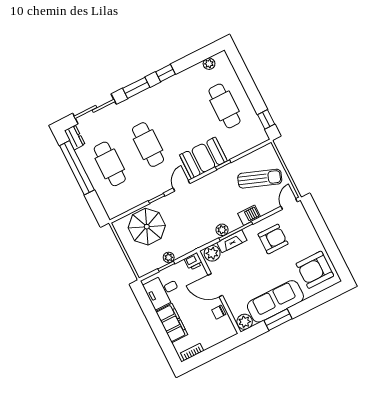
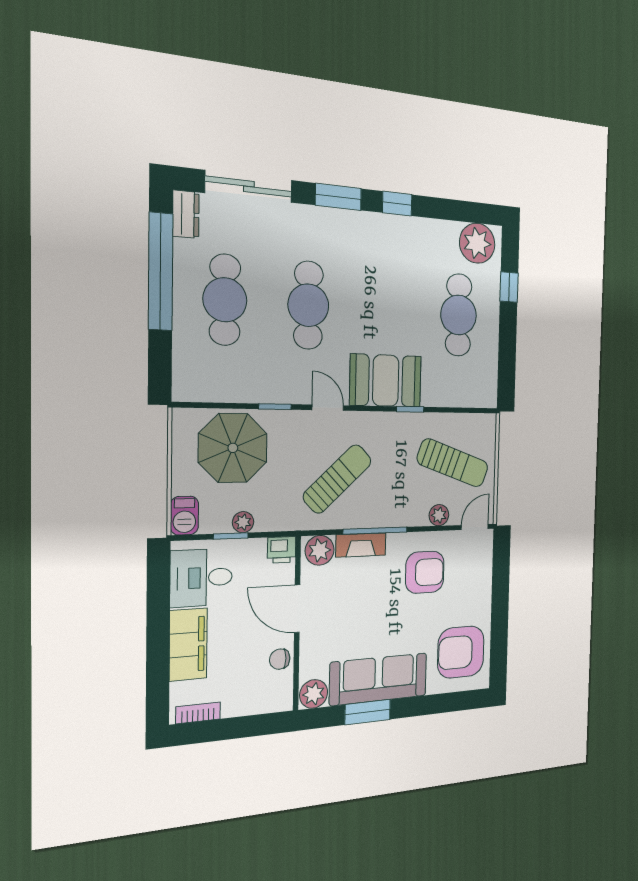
plant: (209, 64) -> (477, 243), width x1.88, depth x1.88
window: (266, 119) -> (509, 287), moved
door: (181, 186) -> (328, 408), hinge flipped
barbecue: (249, 215) -> (184, 516), moved, turned 90
sun lounger: (203, 216) -> (337, 479), added
plant: (222, 230) -> (439, 515), moved

